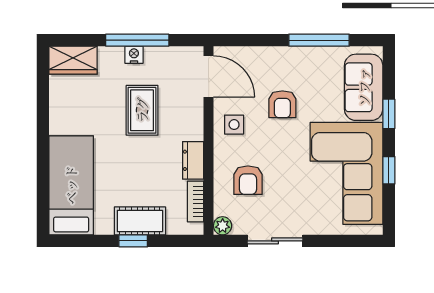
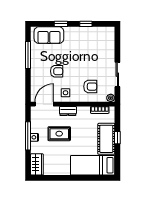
dresser: (193, 160) -> (68, 111), moved
corner sofa: (346, 173) -> (87, 43), removed
cot: (140, 221) -> (106, 139), width x1.37, depth x1.34

